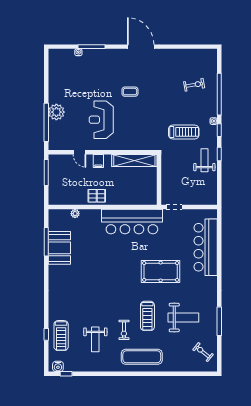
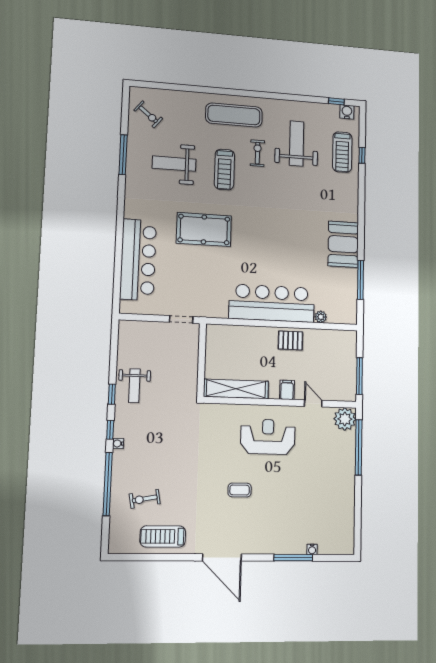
plant: (56, 112) -> (345, 419), moved
reception desk: (101, 120) -> (268, 437), moved, turned -90
treadmill: (184, 132) -> (163, 536), moved
bar counter: (132, 222) -> (272, 303), moved
booth: (59, 248) -> (343, 244), moved
treadmill: (147, 316) -> (224, 170), turned 180
treadmill: (61, 336) -> (342, 152), turned 180
weight bench: (95, 339) -> (297, 143), width x1.36, depth x1.33

